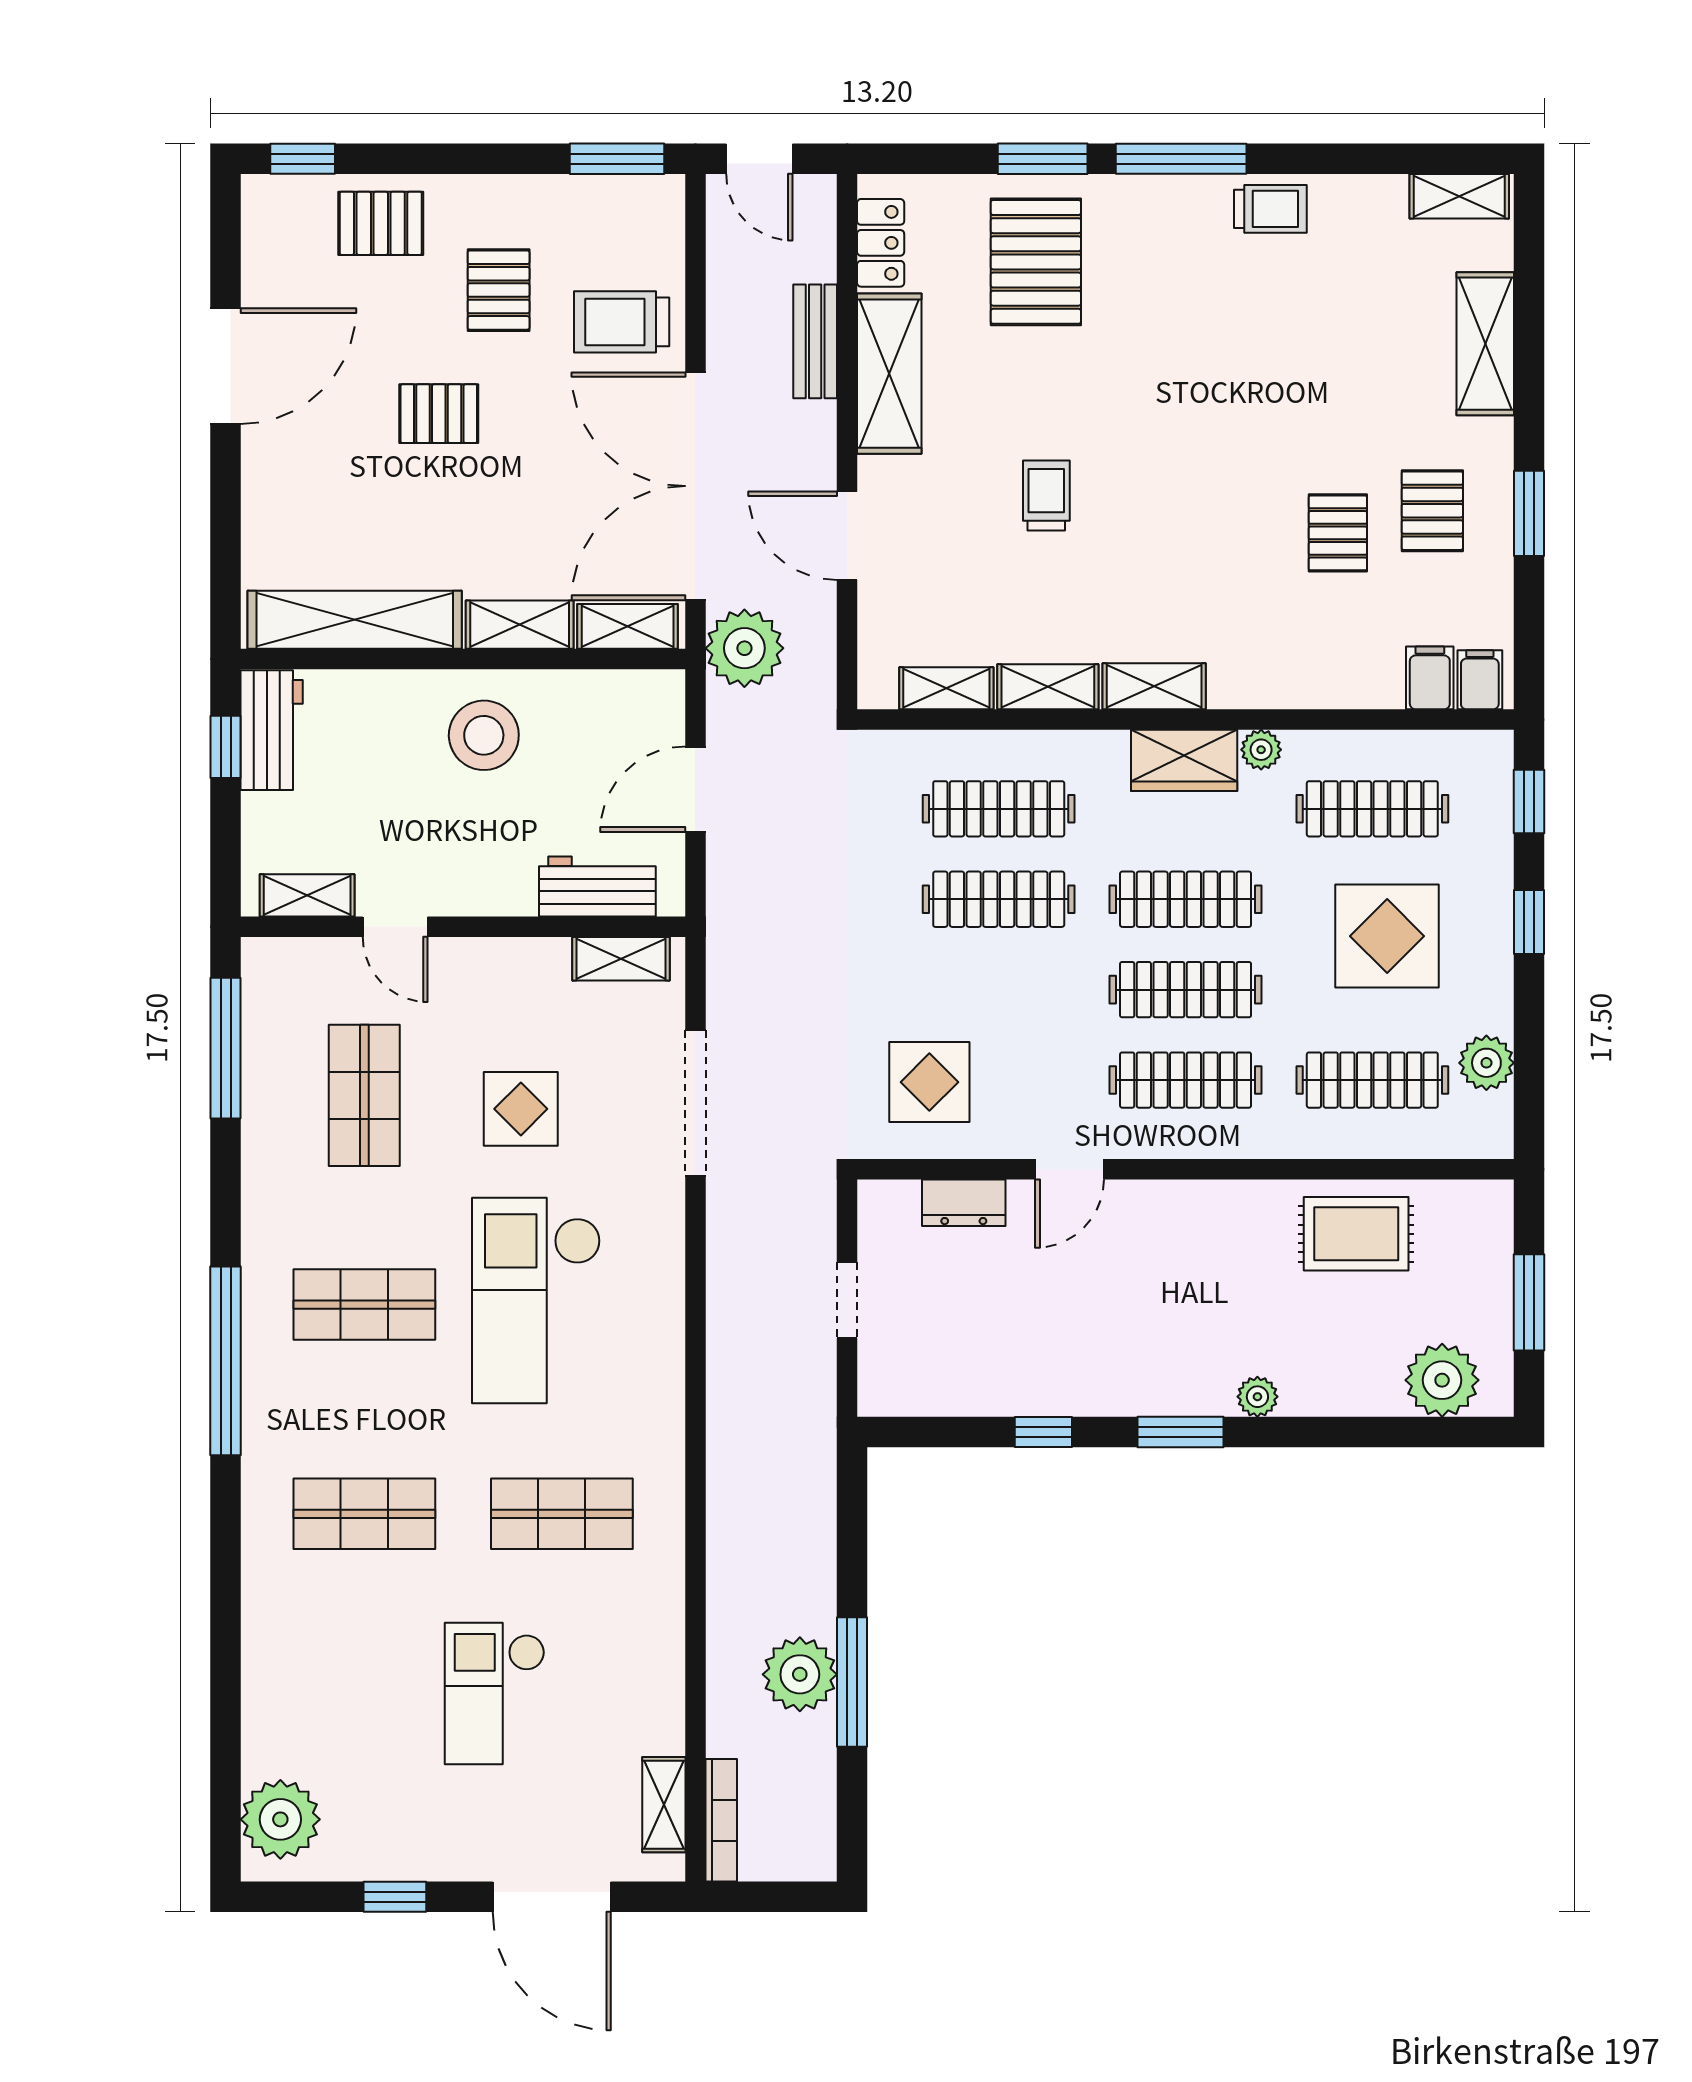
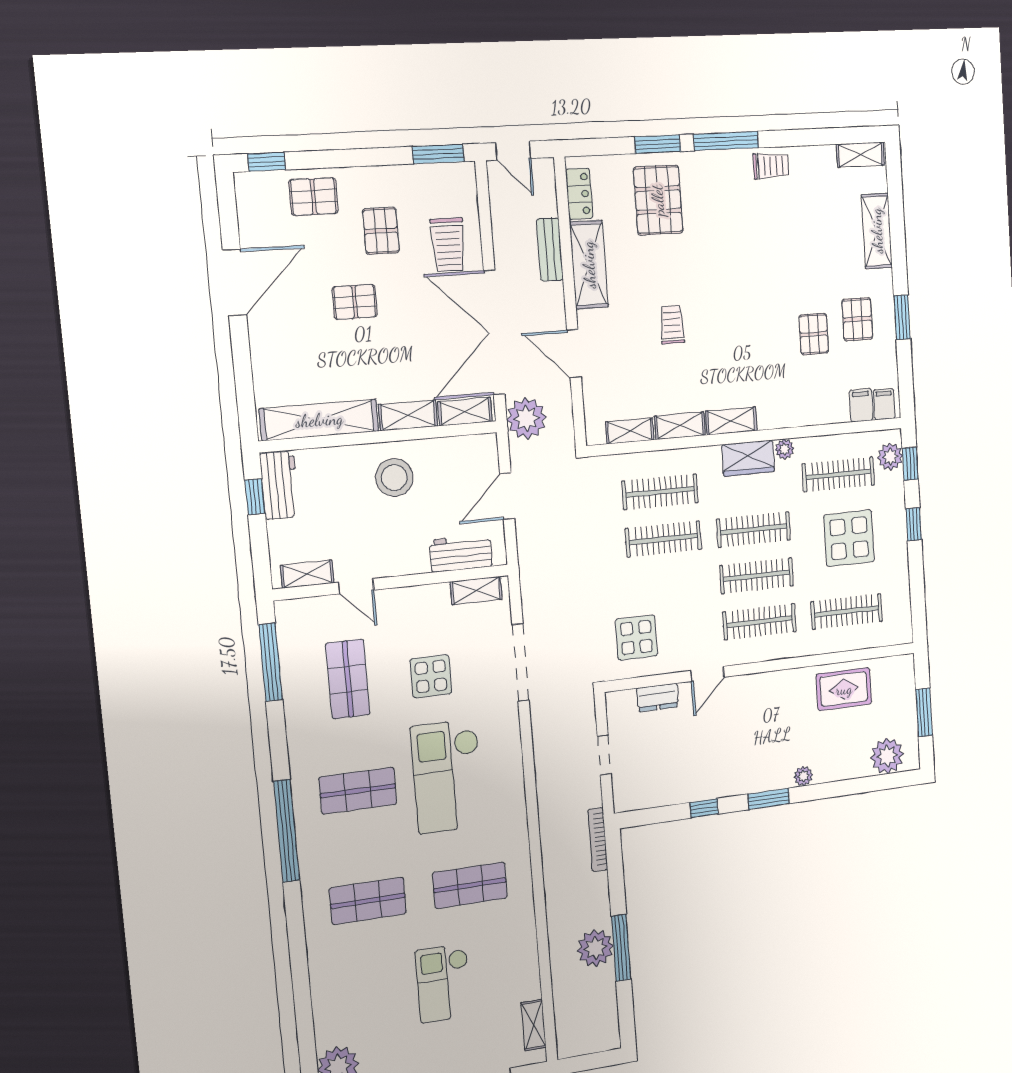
trolley: (622, 322) -> (448, 245), turned -90
plant: (1486, 1063) -> (890, 457), moved
bookcase: (721, 1820) -> (598, 840), moved, turned 180

